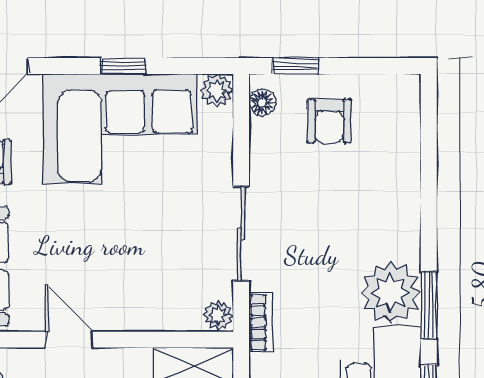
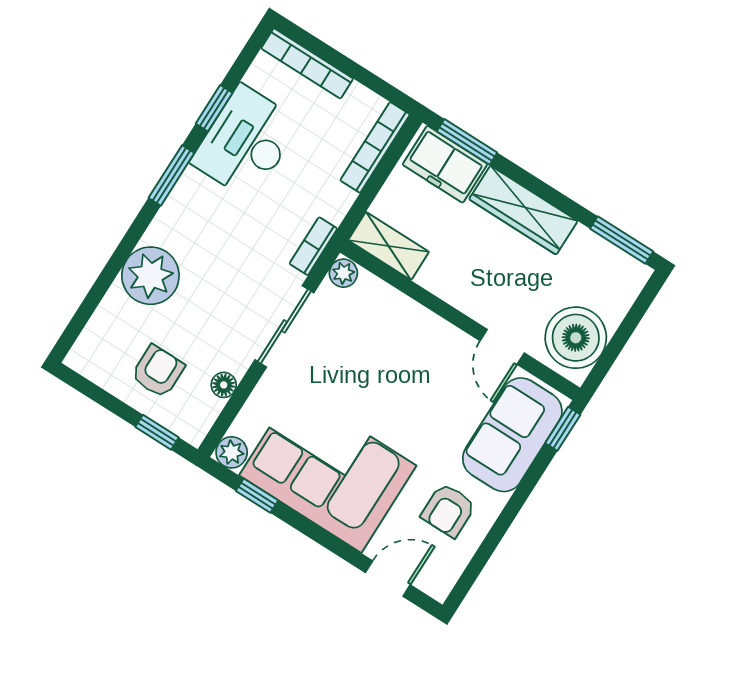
window: (124, 66) -> (257, 496), moved
floor lamp: (262, 102) -> (224, 385), moved
plant: (390, 292) -> (150, 276), moved
door: (69, 340) -> (502, 347), moved

